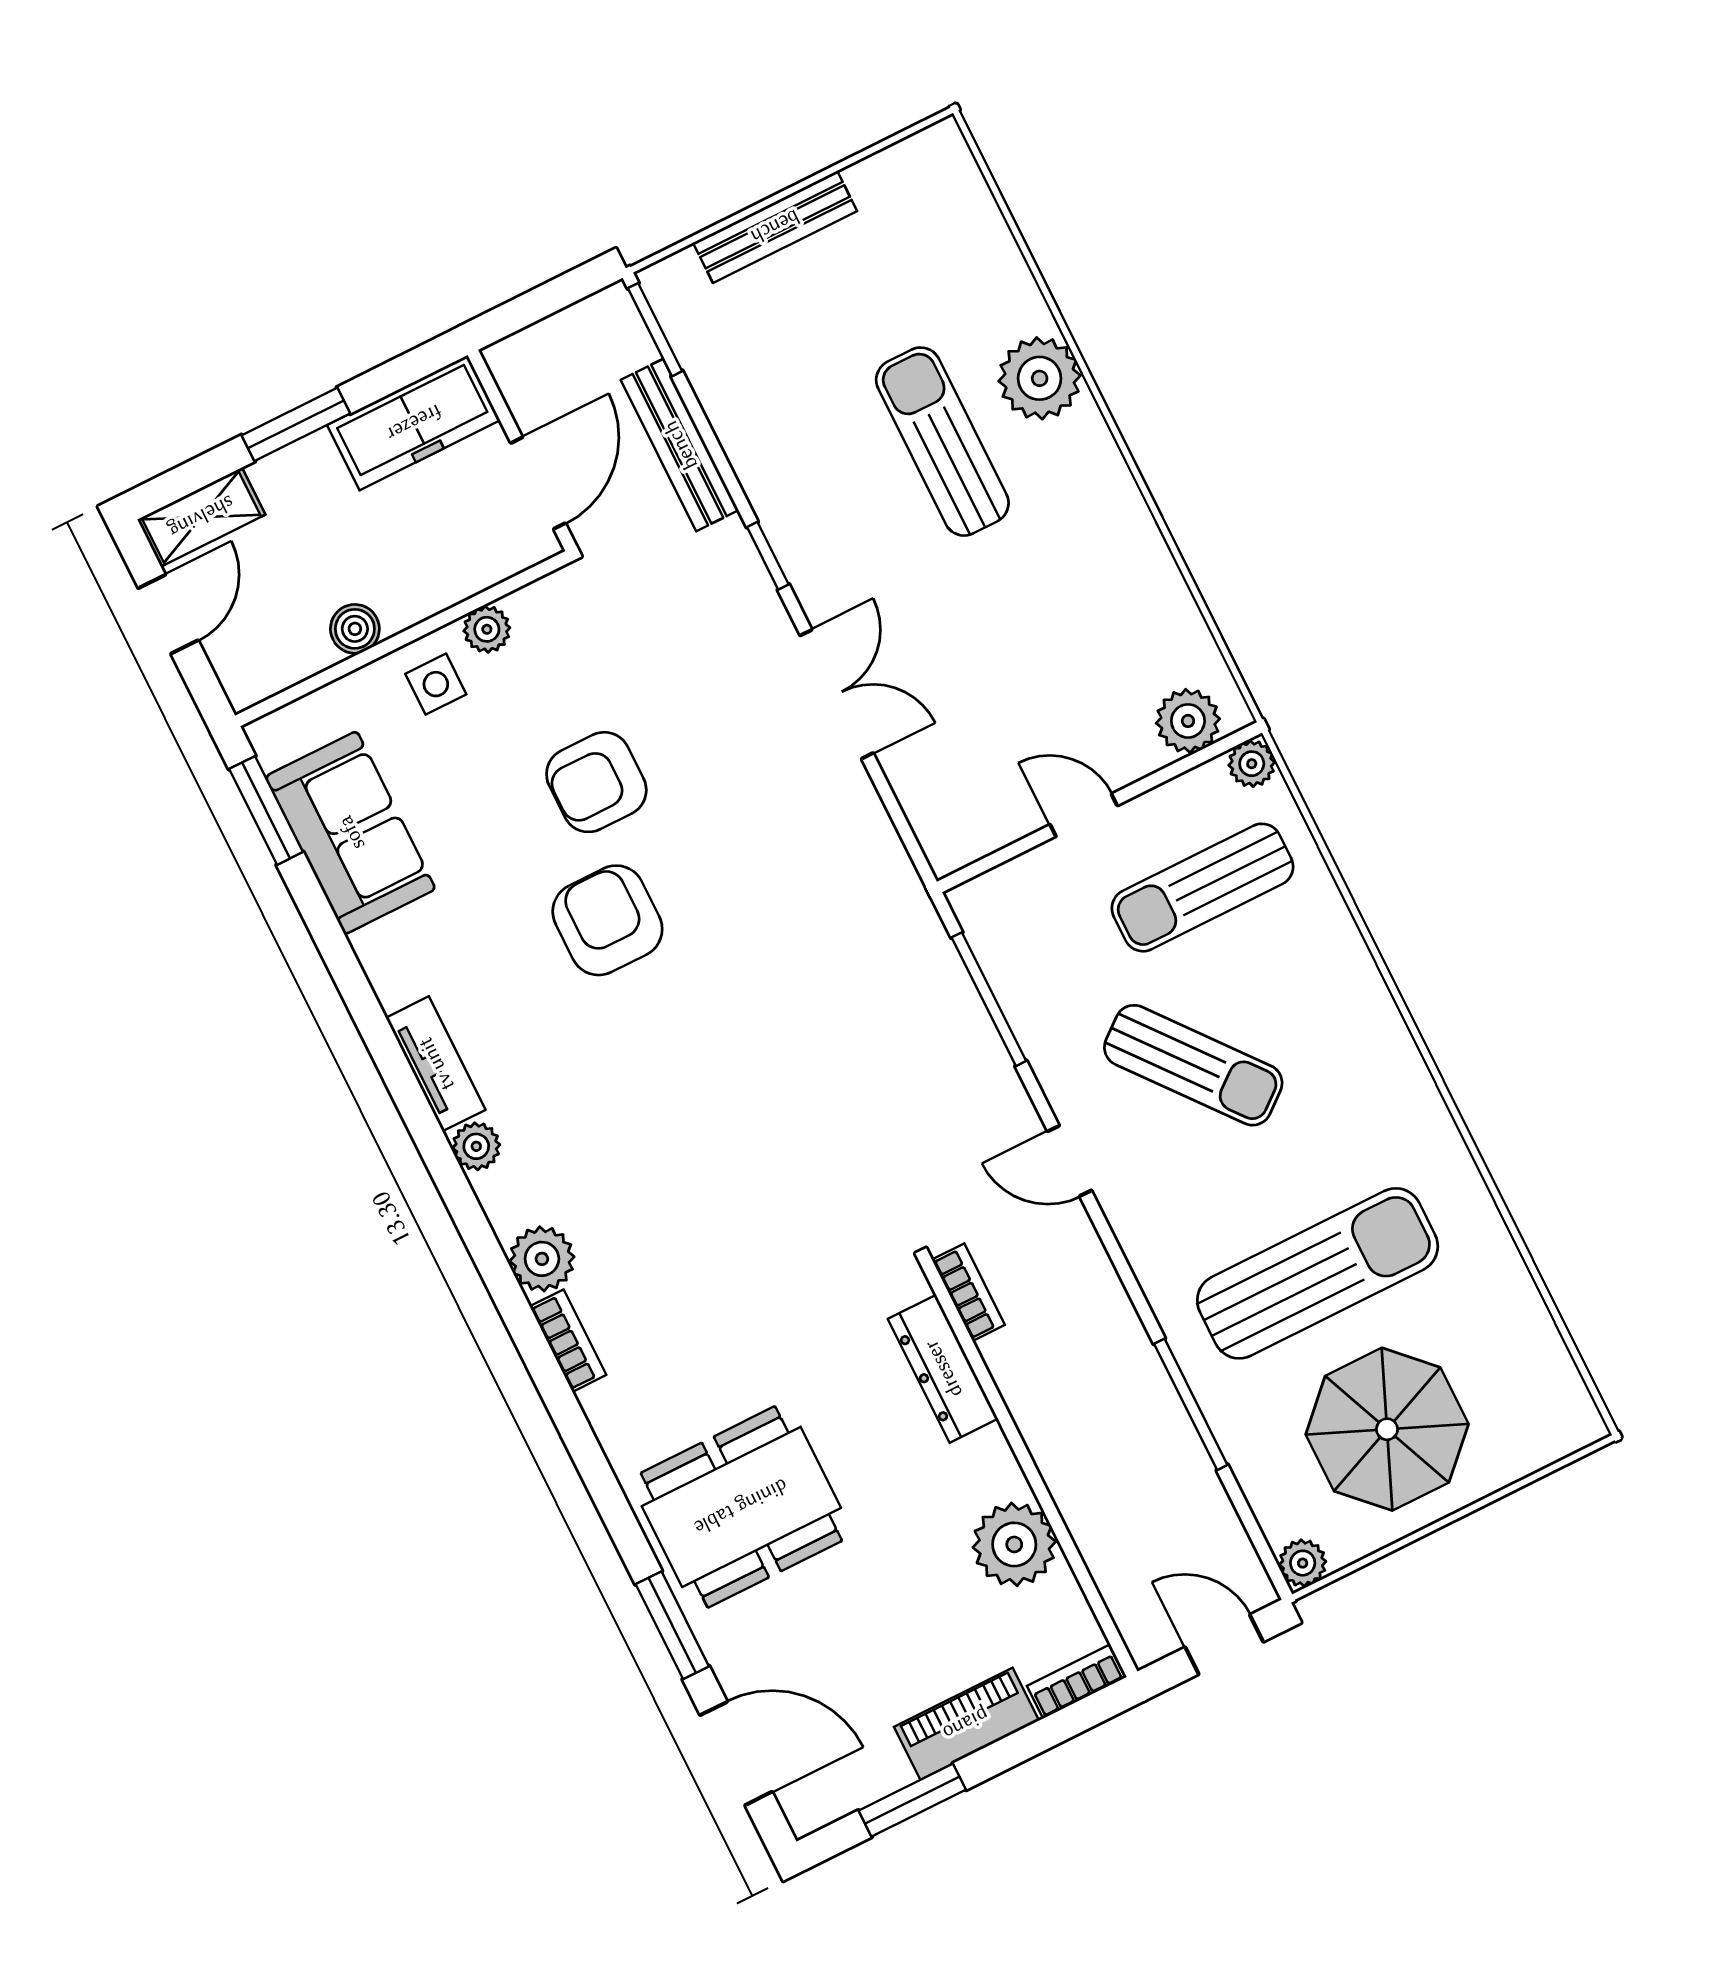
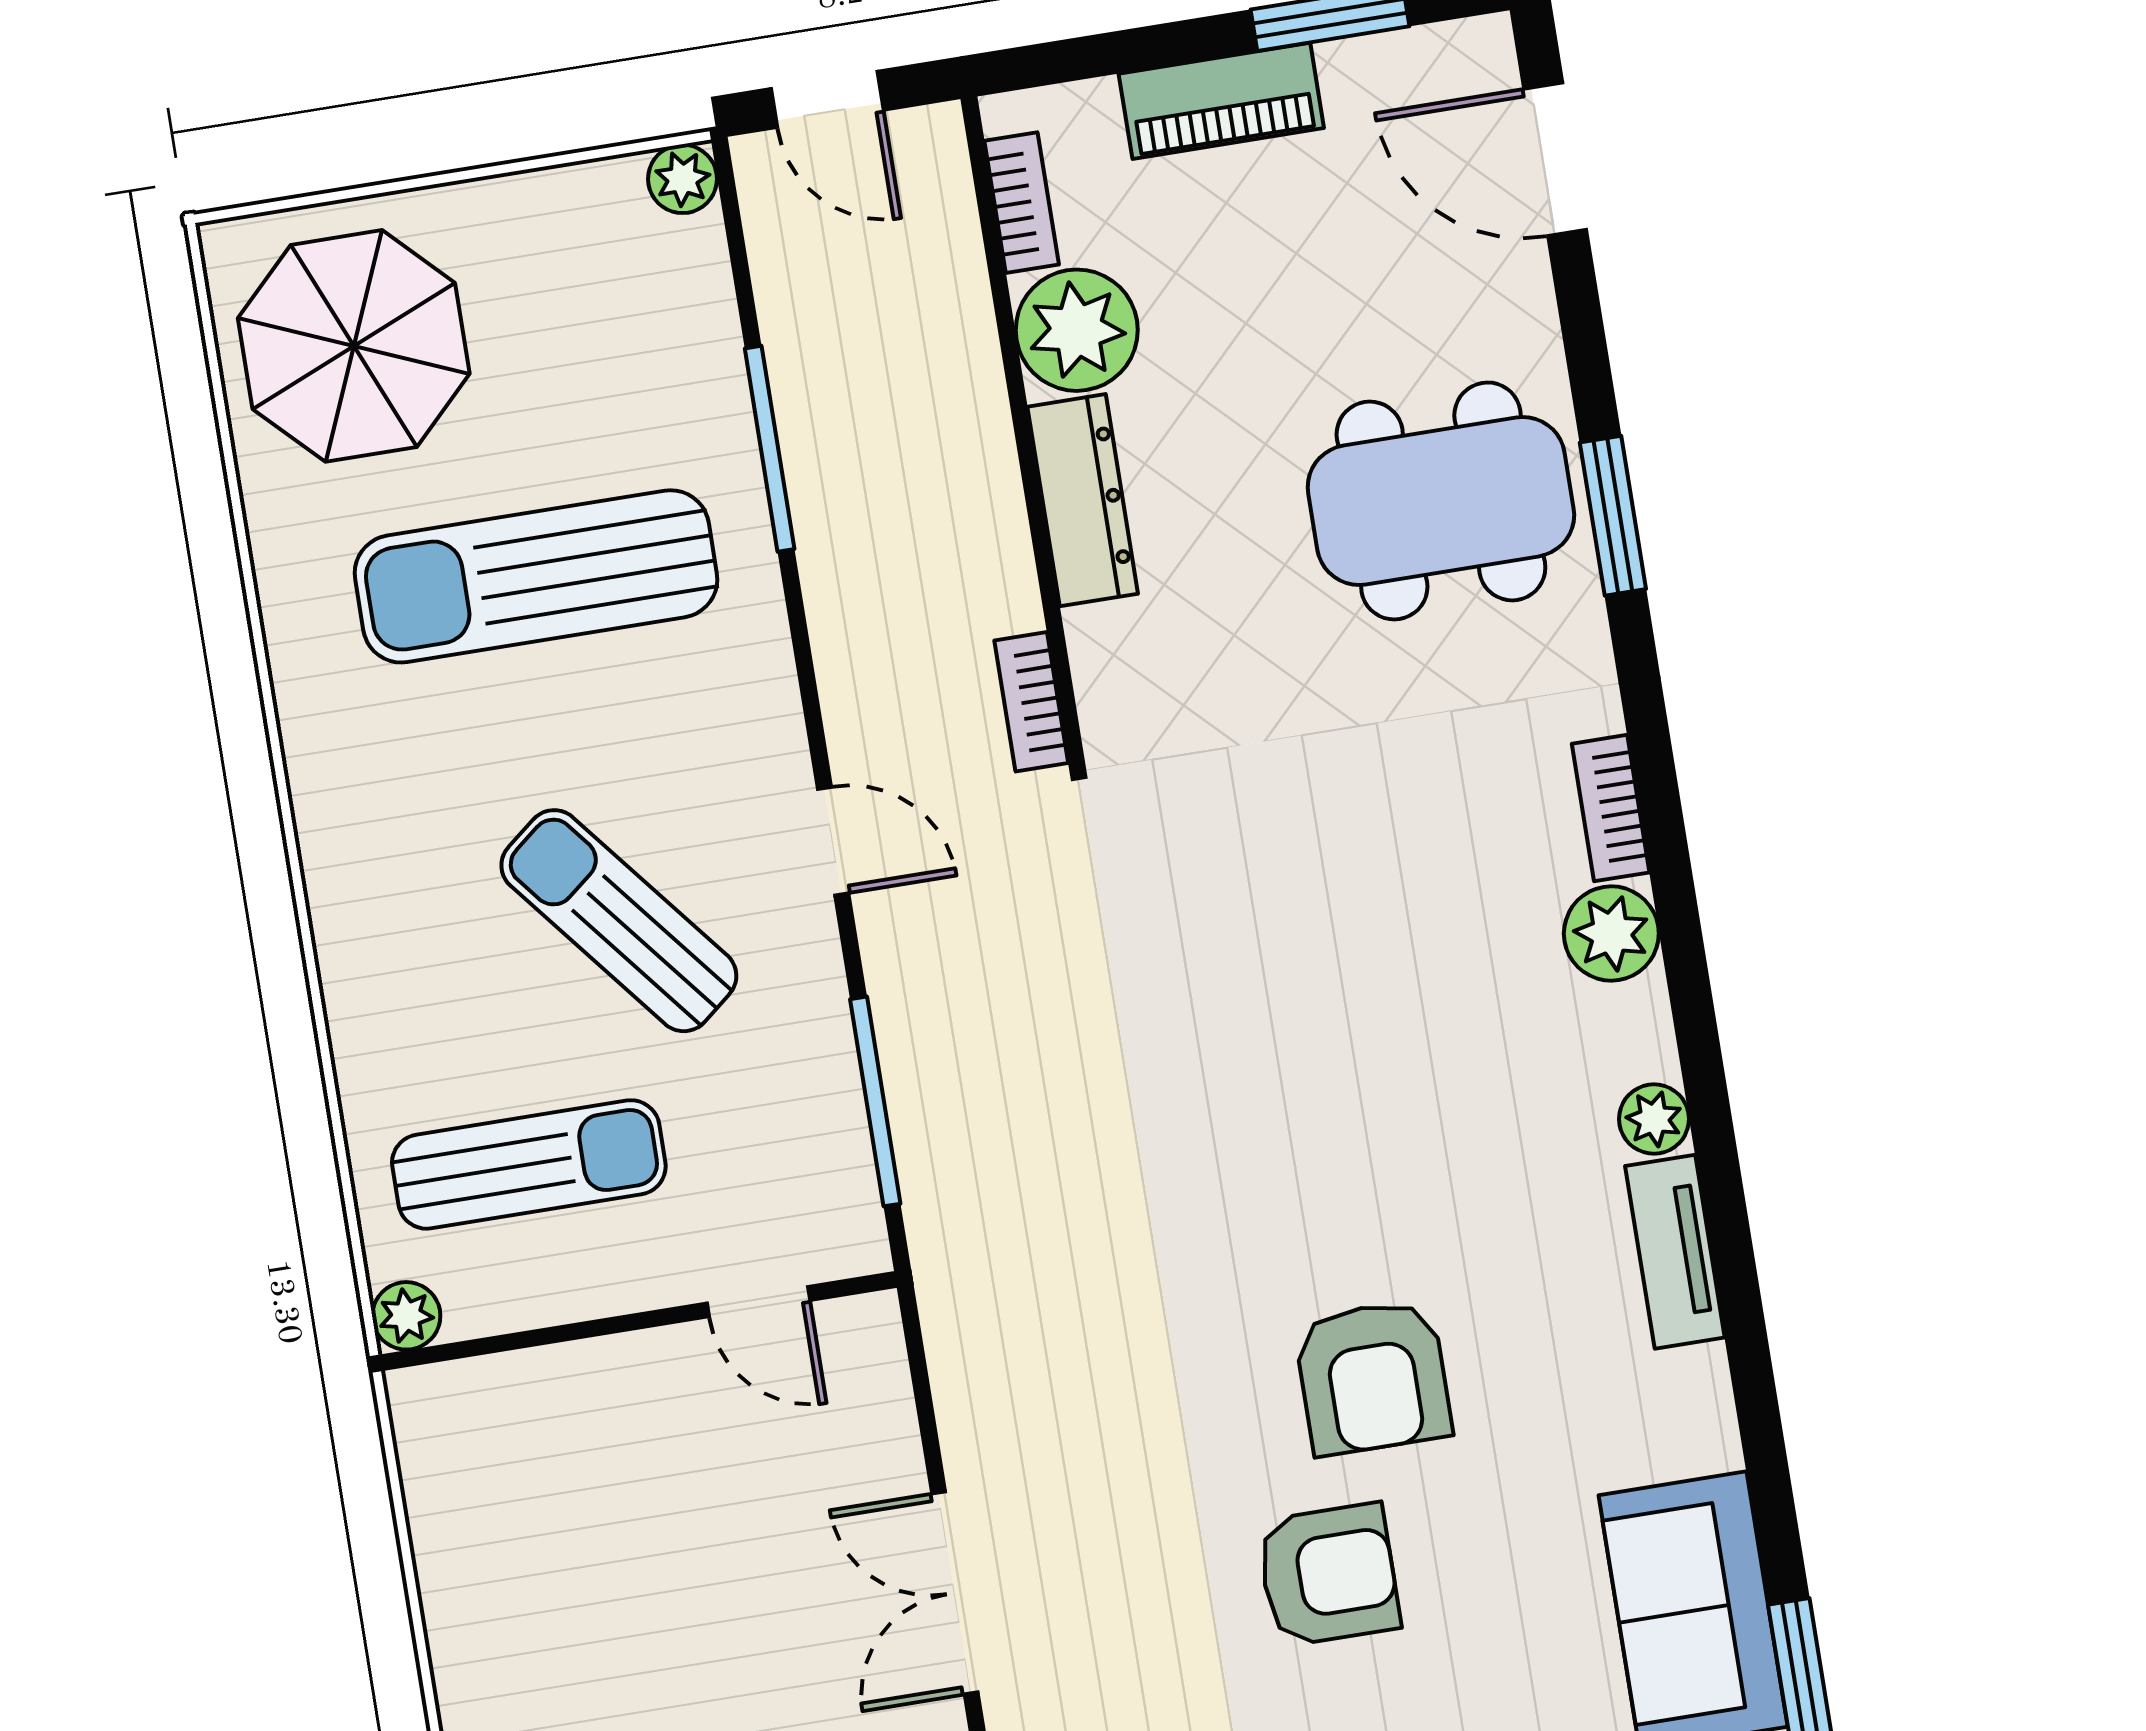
plant: (1188, 721) -> (477, 1403), removed
door: (1084, 815) -> (758, 1302), moved
dresser: (943, 1369) -> (1083, 500), moved
parasol: (1387, 1429) -> (354, 346), moved
window: (672, 1625) -> (1613, 516), moved
bookcase: (1076, 1682) -> (1022, 203), moved, turned -90

